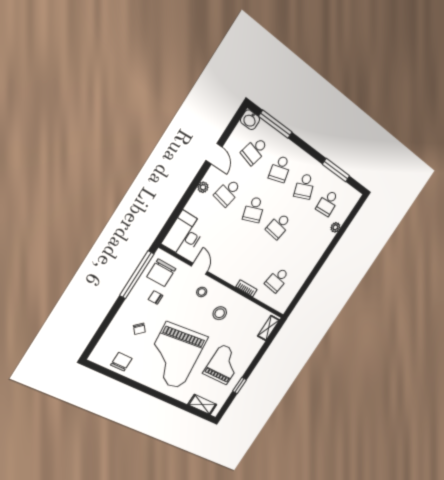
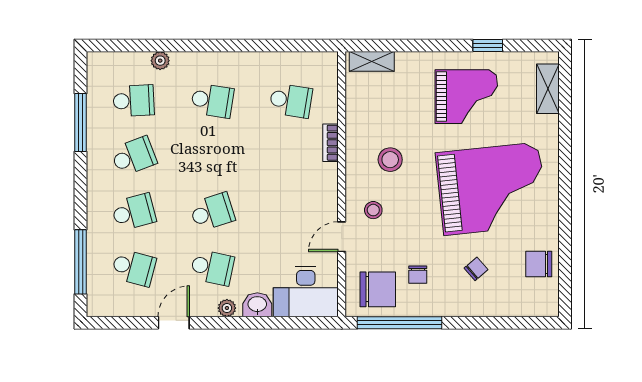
washbasin: (250, 120) -> (257, 305), moved, turned -90
school desk: (279, 226) -> (212, 101), moved
grand piano: (224, 365) -> (466, 97), turned 180

